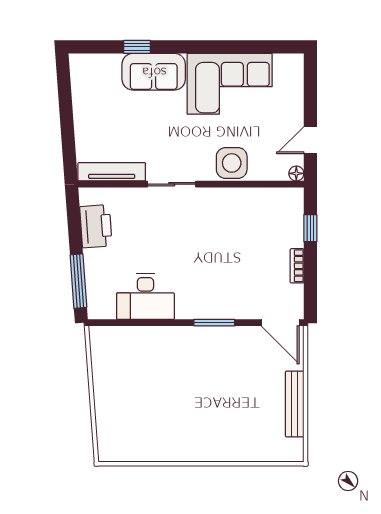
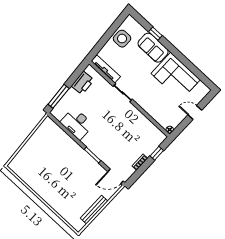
door: (310, 140) -> (195, 112), moved
side table: (232, 163) -> (122, 39), moved
door: (280, 323) -> (115, 176), hinge flipped

